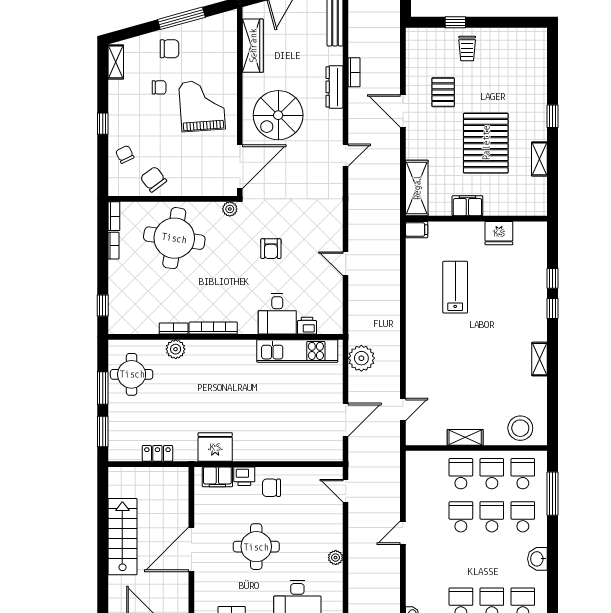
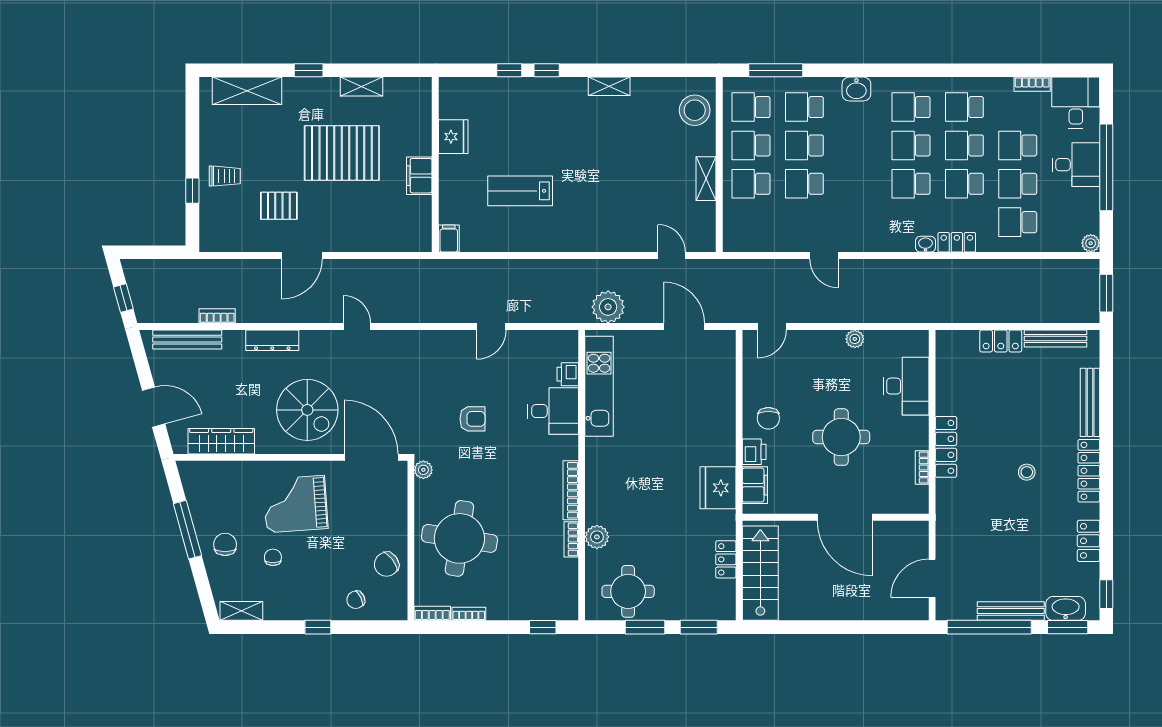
bookcase: (354, 72) -> (217, 316), moved
shelving: (417, 188) -> (247, 91), moved
stairs: (122, 537) -> (760, 573), moved, turned 90

